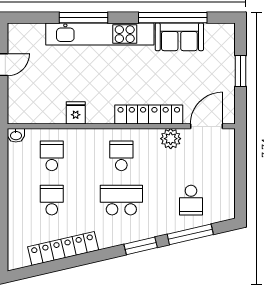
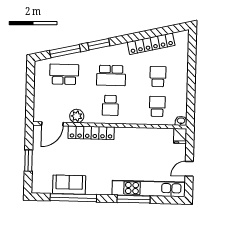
kitchen unit: (100, 34) -> (149, 188), moved
fridge: (76, 113) -> (180, 136), moved
school desk: (52, 156) -> (157, 106), turned 180
school desk: (52, 200) -> (158, 77), turned 180
school desk: (191, 200) -> (64, 74), width x1.85

